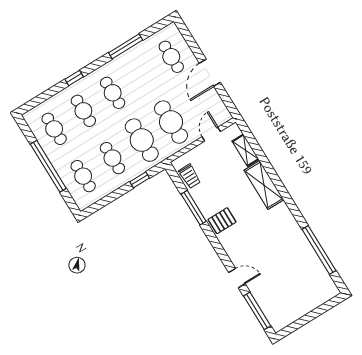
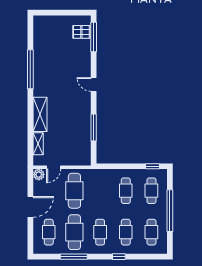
plant: (223, 115) -> (39, 175), added
cafe table: (142, 140) -> (74, 232), moved
trolley: (190, 176) -> (84, 149), removed
window: (140, 180) -> (152, 166), moved
pallet: (222, 221) -> (81, 32), moved
window: (319, 250) -> (30, 69), moved
door: (237, 278) -> (94, 84), moved

